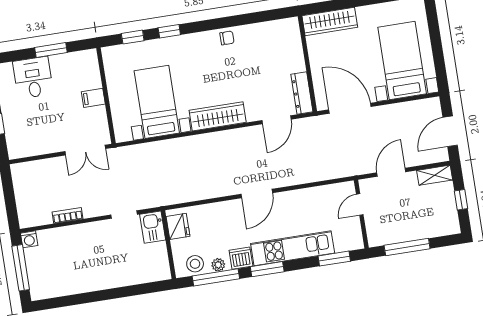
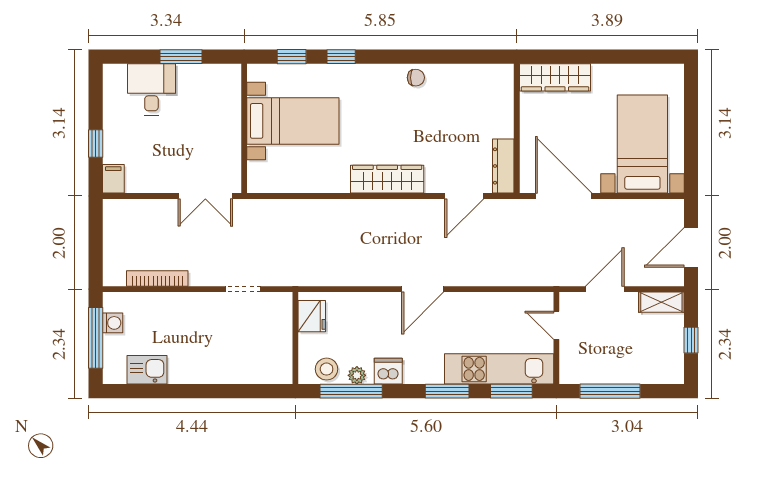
filing cabinet: (93, 98) -> (113, 179), moved, turned 90
bed with nightstands: (157, 102) -> (293, 121), moved, turned 90
door: (360, 204) -> (556, 325), hinge flipped
bookcase: (68, 215) -> (157, 279), width x1.56
kitchen sink: (153, 227) -> (147, 370), moved, turned 90
washing machine: (29, 239) -> (113, 323), moved, turned -90
kitchen unit: (293, 248) -> (499, 369), moved
window: (267, 269) -> (447, 391), moved

